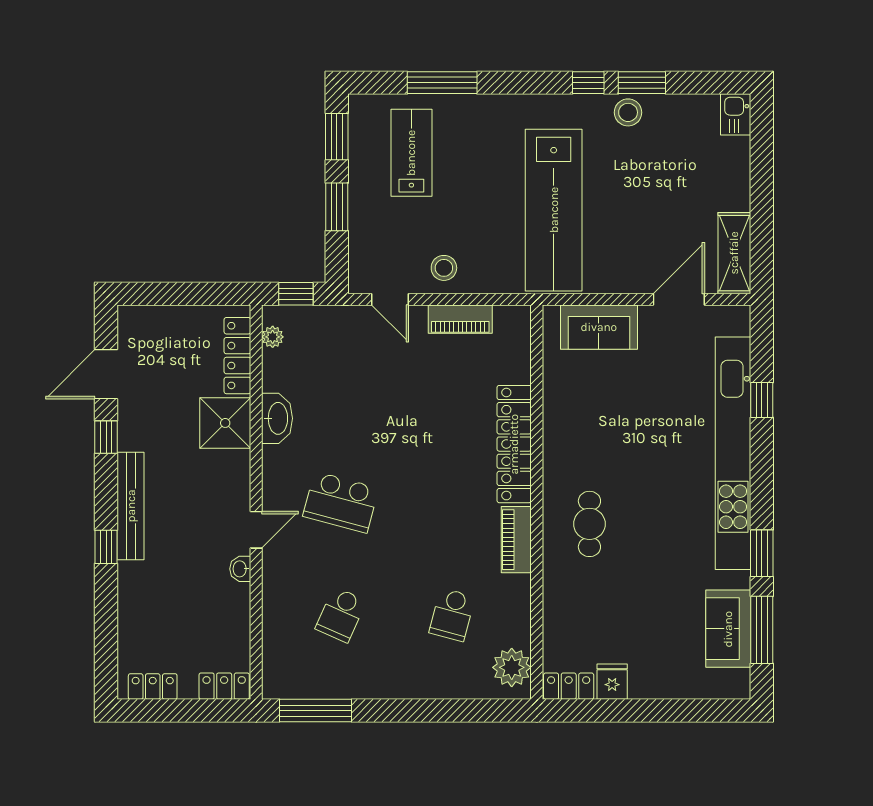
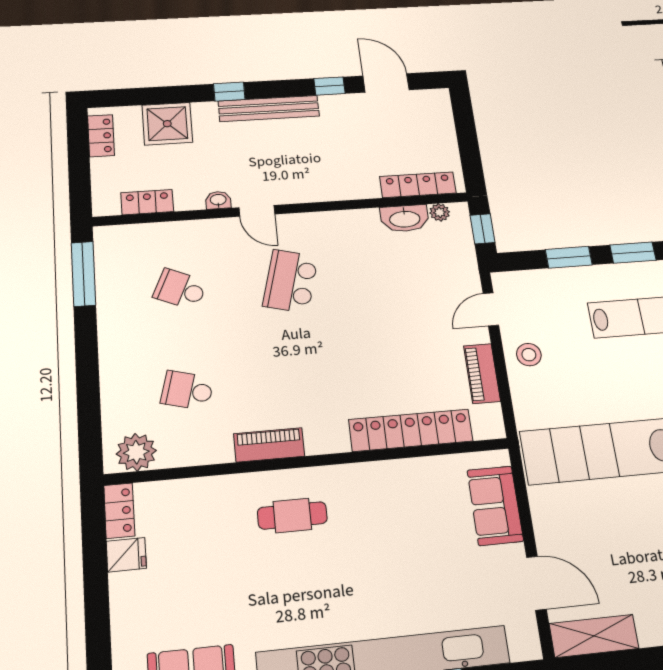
washbasin: (277, 418) -> (405, 218), moved
shower: (225, 423) -> (167, 124), moved
locker: (514, 444) -> (411, 430), moved
locker: (224, 686) -> (147, 202), moved, turned -90

